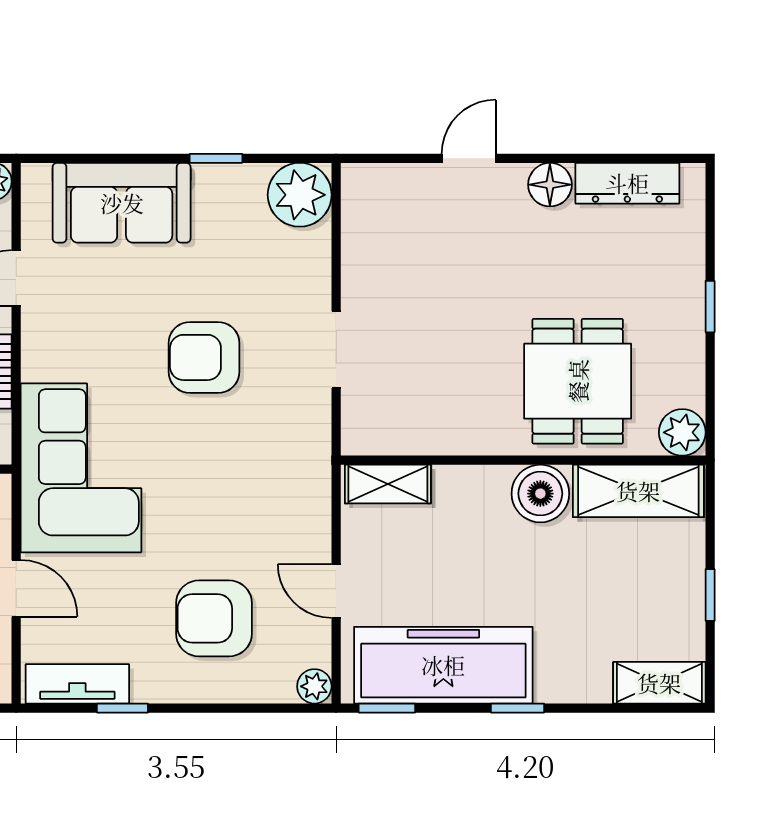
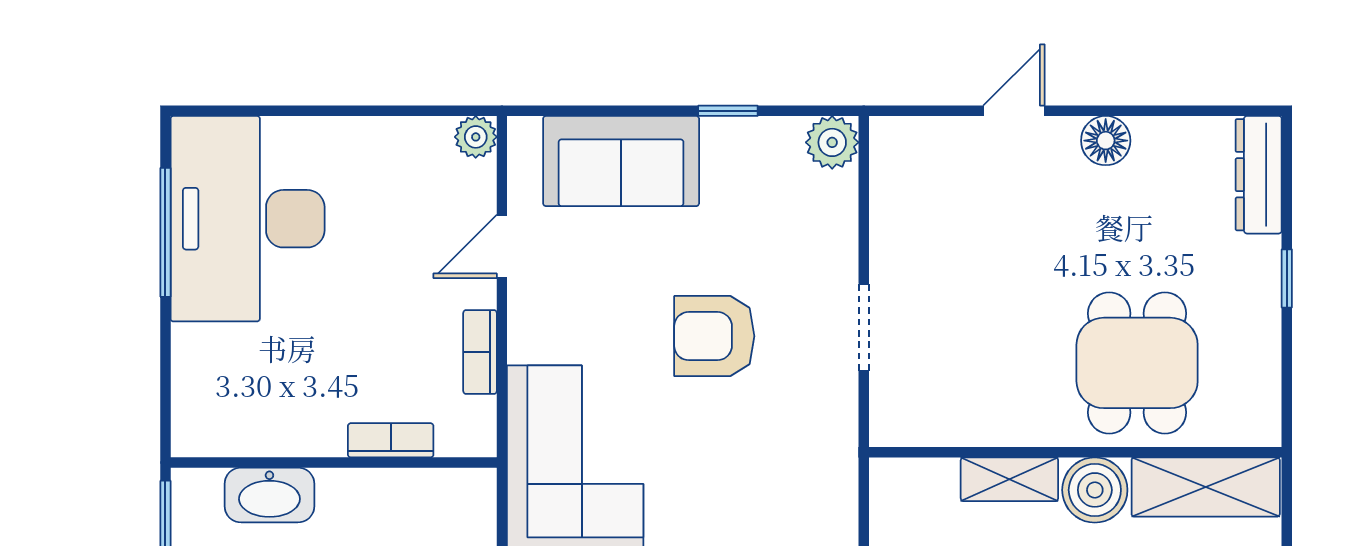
dresser: (627, 183) -> (1259, 175), moved, turned 90
plant: (300, 195) -> (832, 142), width x0.73, depth x0.73
plant: (682, 432) -> (1255, 421), removed
shelving: (388, 484) -> (1009, 479), moved

